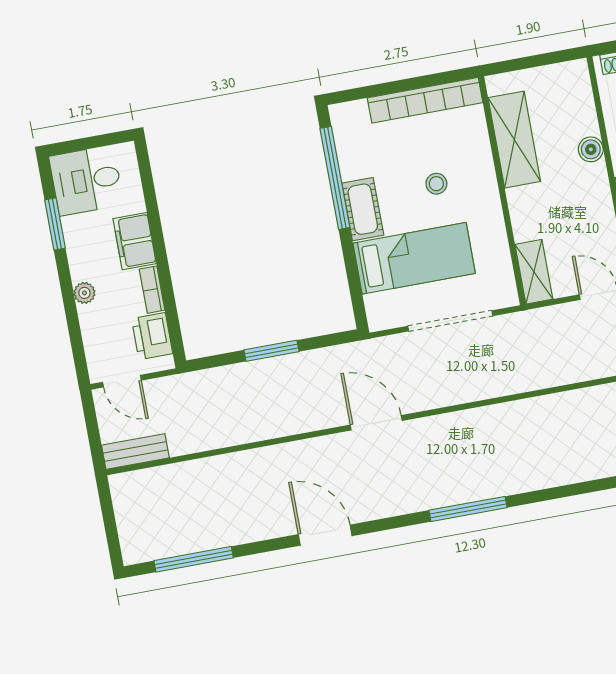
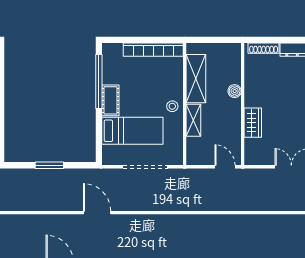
stool: (436, 184) -> (172, 106), moved
shelving: (534, 272) -> (193, 120), moved

